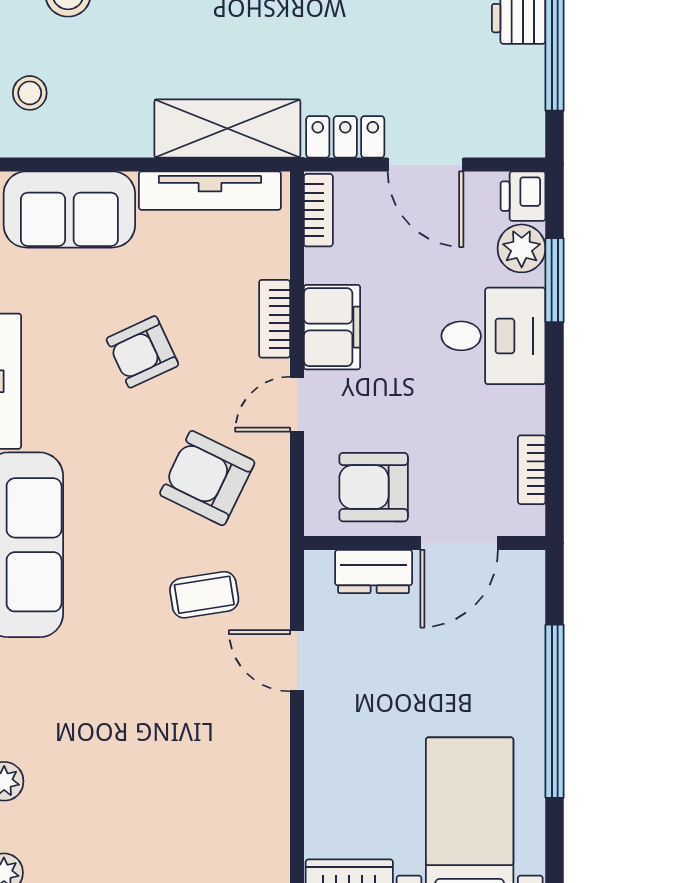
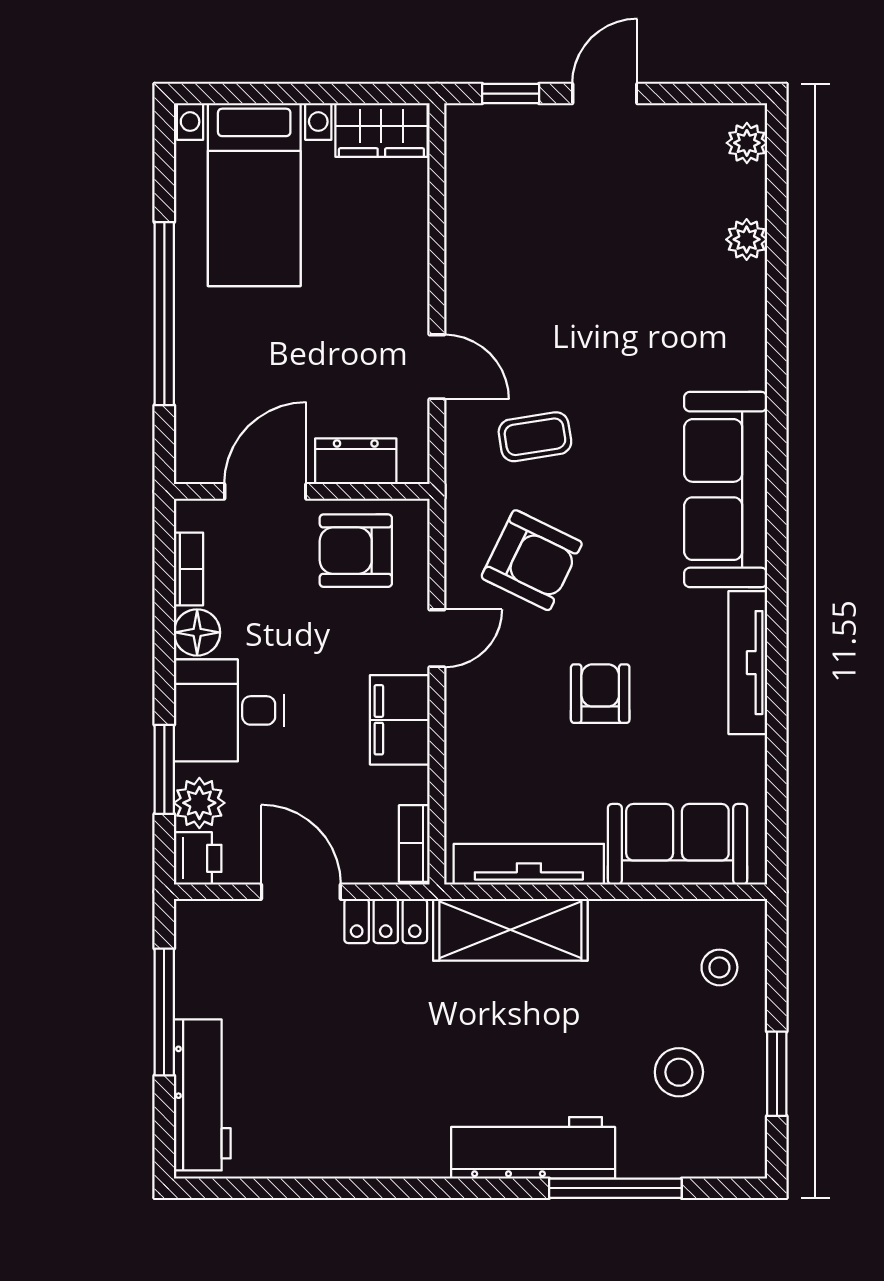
bookcase: (275, 319) -> (460, 729), removed
armchair: (142, 352) -> (600, 694), turned -65
floor lamp: (524, 410) -> (197, 632), added
armchair: (374, 487) -> (356, 551), turned 180

